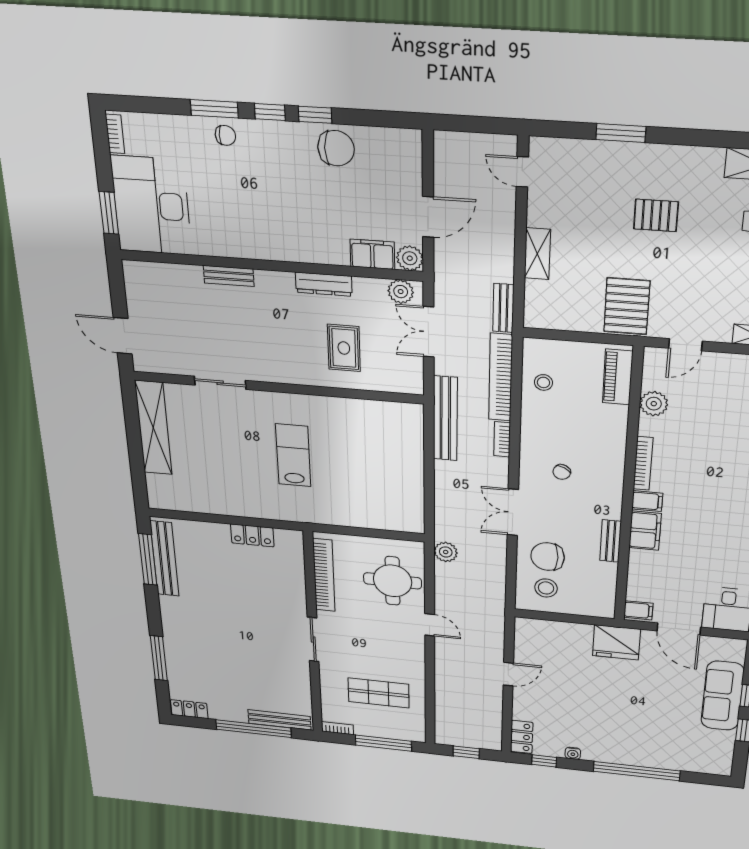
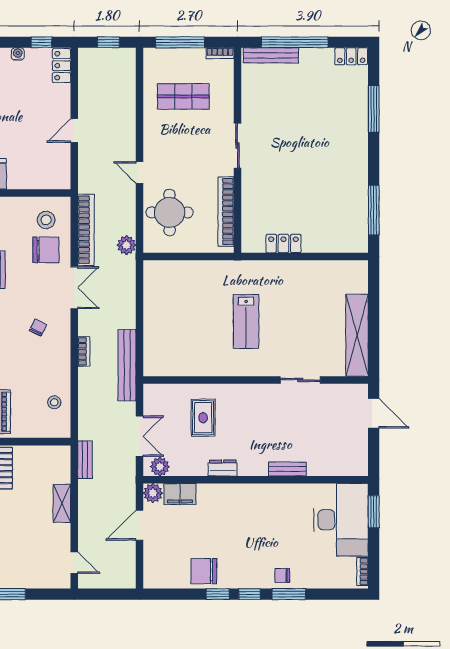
dresser: (324, 284) -> (223, 468), width x0.70
bookcase: (501, 377) -> (86, 230), moved
bench: (164, 559) -> (359, 212), removed

